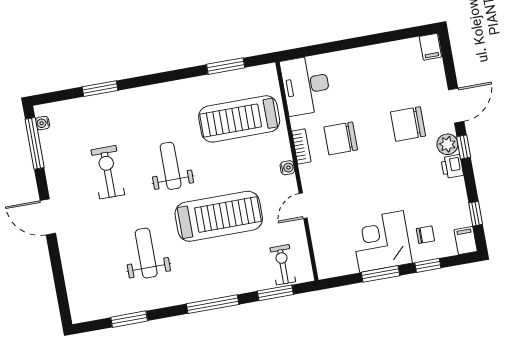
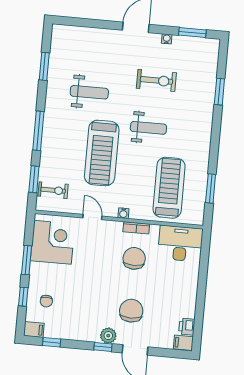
water cooler: (43, 123) -> (167, 39), moved
window: (35, 143) -> (192, 32), width x0.69
printer: (452, 167) -> (187, 327), moved, turned -90
corner desk: (381, 241) -> (53, 242), moved

